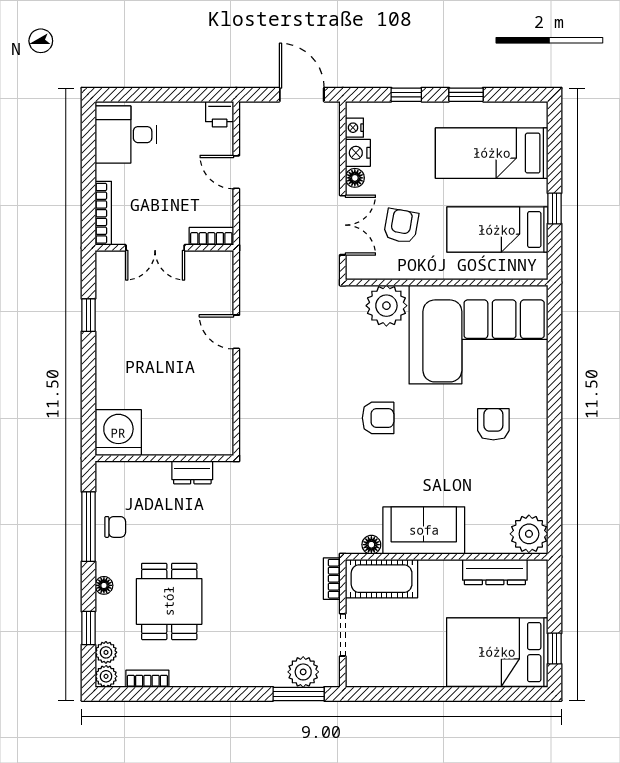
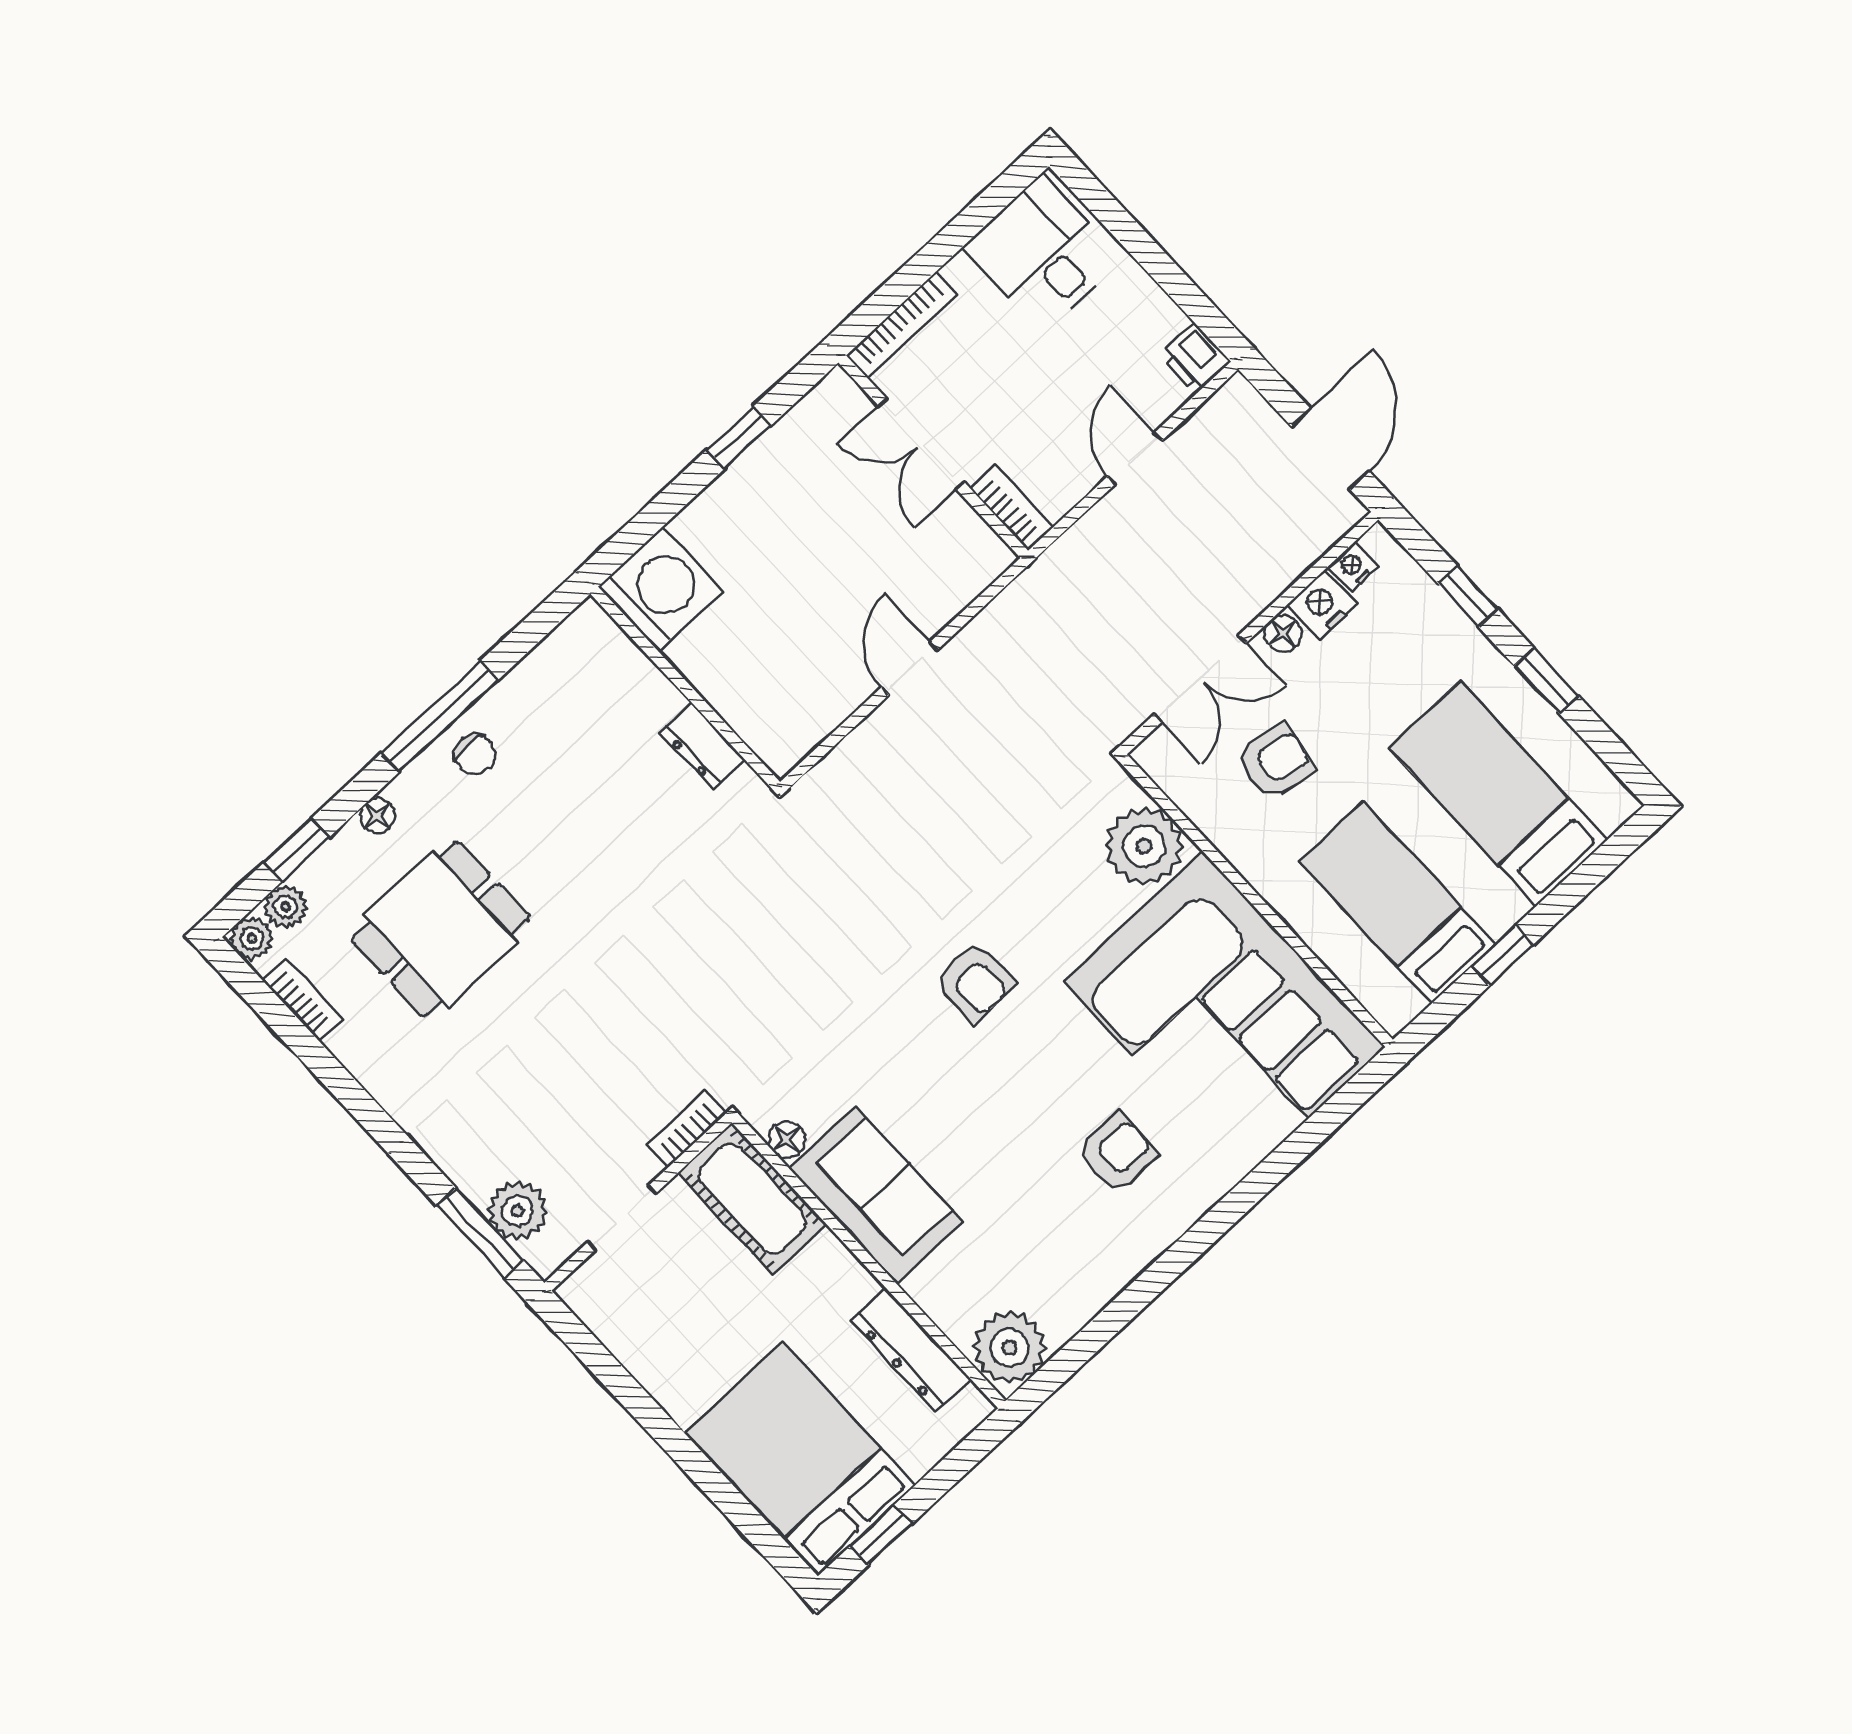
washing machine: (118, 433) -> (661, 589), moved
wall: (164, 458) -> (685, 688), moved
dresser: (192, 472) -> (702, 746), moved

